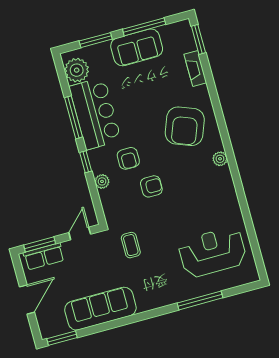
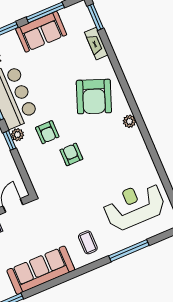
plant: (102, 181) -> (17, 135), moved
armchair: (151, 186) -> (71, 154), turned -90
coffee table: (131, 245) -> (88, 242), moved

